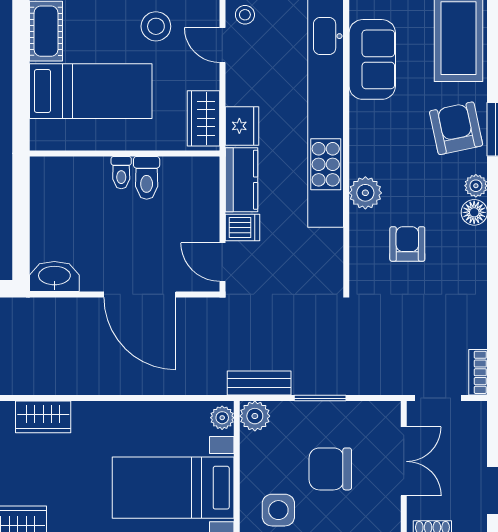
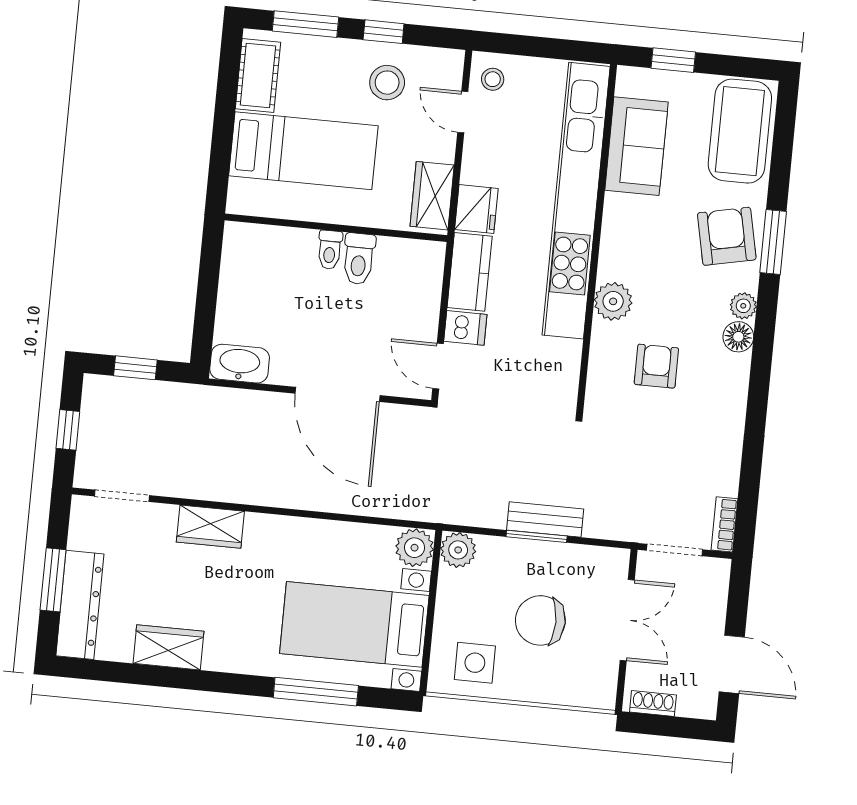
bench: (259, 383) -> (545, 520), moved
plant: (222, 418) -> (415, 548), width x1.38, depth x1.38

